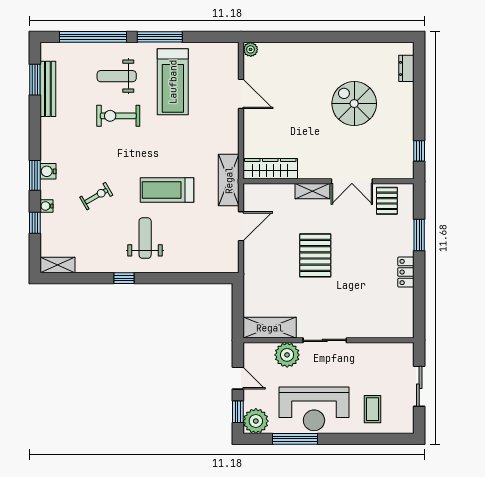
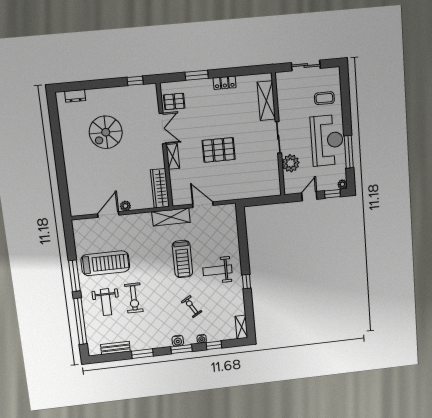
plant: (251, 49) -> (125, 206), moved
window: (35, 80) -> (142, 354), moved
bench: (48, 89) -> (115, 348), width x0.73
shelving: (270, 328) -> (266, 101), moved
plant: (256, 421) -> (342, 184), width x0.53, depth x0.53

